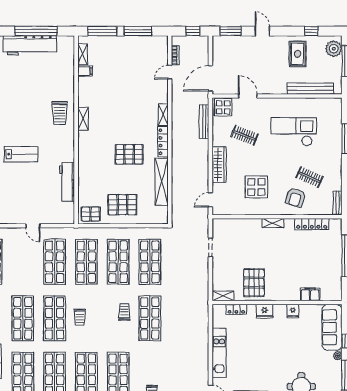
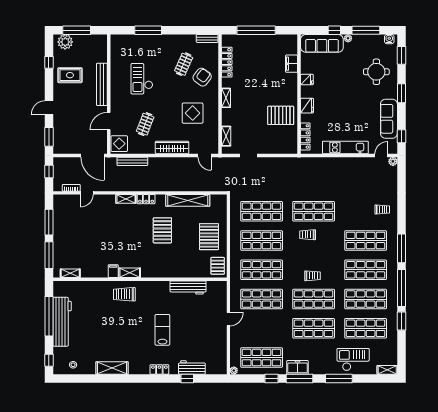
filing cabinet: (85, 71) -> (113, 271), moved
door: (170, 72) -> (87, 193), hinge flipped
bench: (310, 89) -> (102, 84), moved
trolley: (60, 113) -> (124, 294), turned 180
checkout: (294, 132) -> (142, 79), width x0.73, depth x0.83
locker: (163, 142) -> (146, 199), width x0.66
armchair: (295, 197) -> (202, 77), turned -71
shelving: (223, 296) -> (226, 136), moved
locker: (236, 309) -> (305, 136), width x1.53

